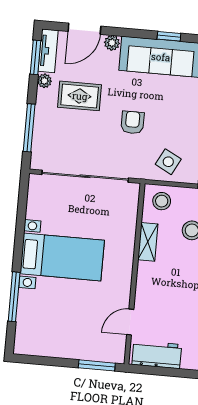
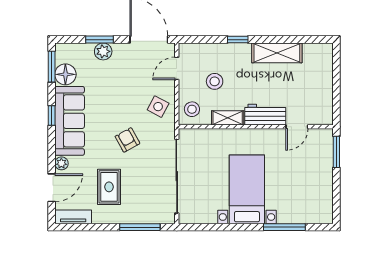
door: (84, 29) -> (52, 188), hinge flipped
window: (35, 57) -> (80, 227), removed
plant: (44, 81) -> (99, 218), removed
armchair: (132, 122) -> (127, 140), turned 61
door: (130, 322) -> (297, 127), hinge flipped
workbench: (157, 355) -> (265, 115), moved, turned 90

